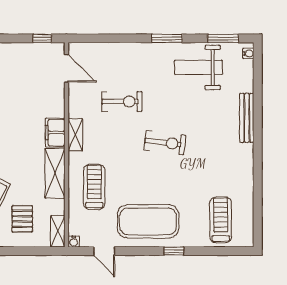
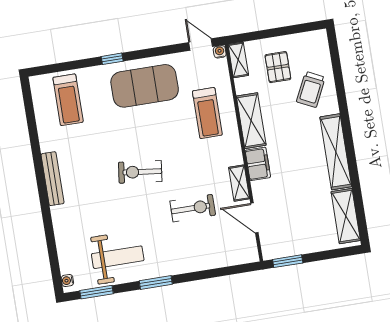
window: (42, 38) -> (288, 261), width x1.50
door: (66, 68) -> (254, 218), moved
exercise bike: (122, 101) -> (193, 208), turned 180
bench: (247, 118) -> (53, 179), moved
shelving: (75, 135) -> (239, 183), moved
door: (104, 251) -> (201, 44), moved

